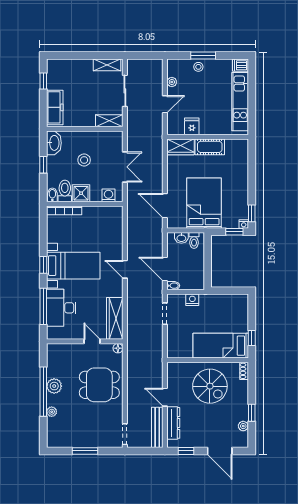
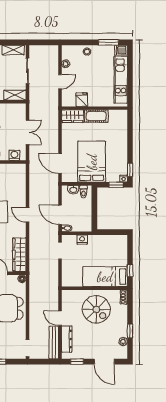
window: (203, 55) -> (108, 42), moved

